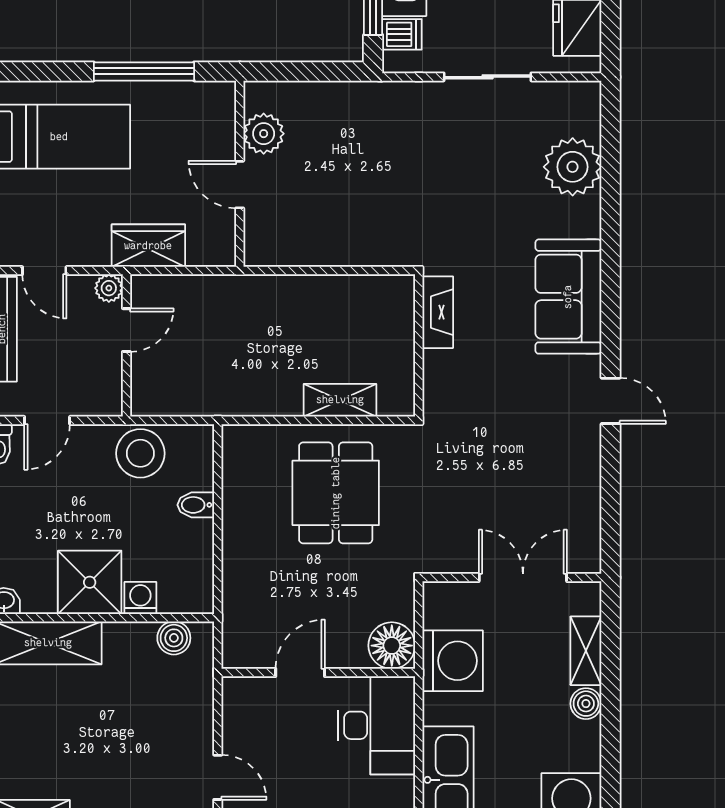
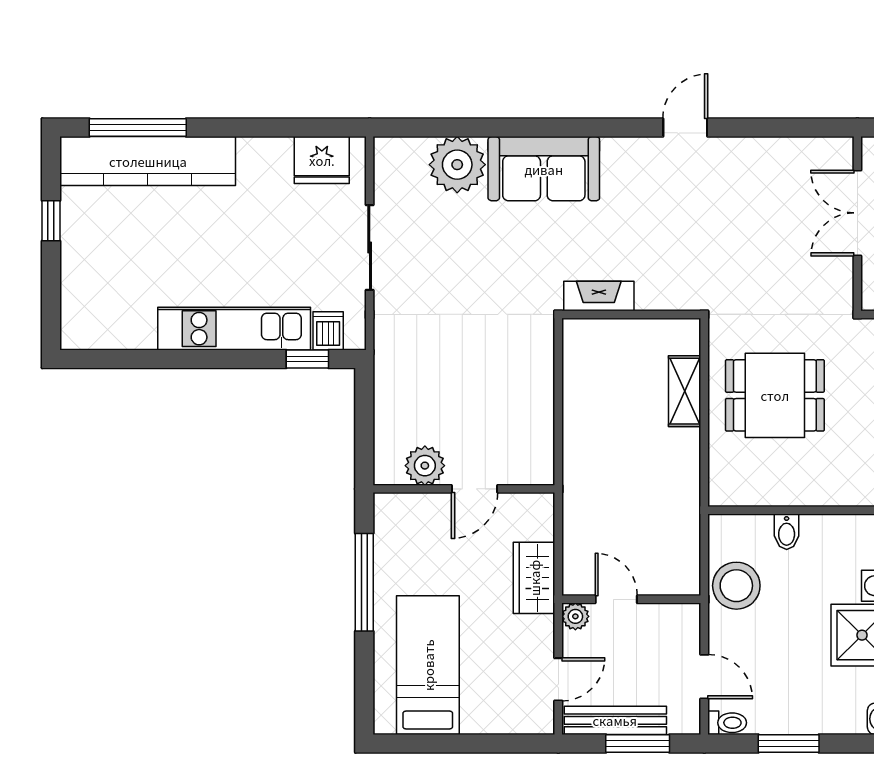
sofa: (568, 297) -> (544, 169), moved

